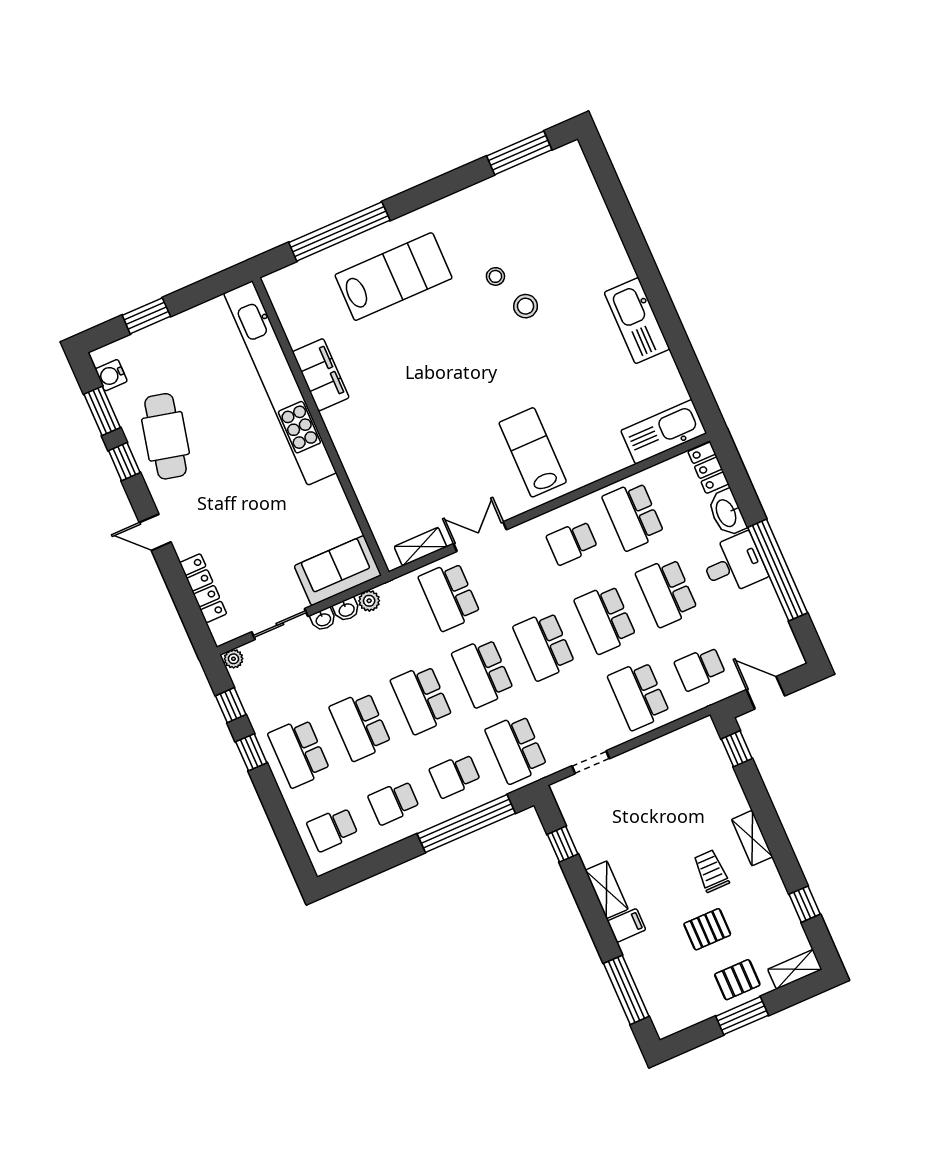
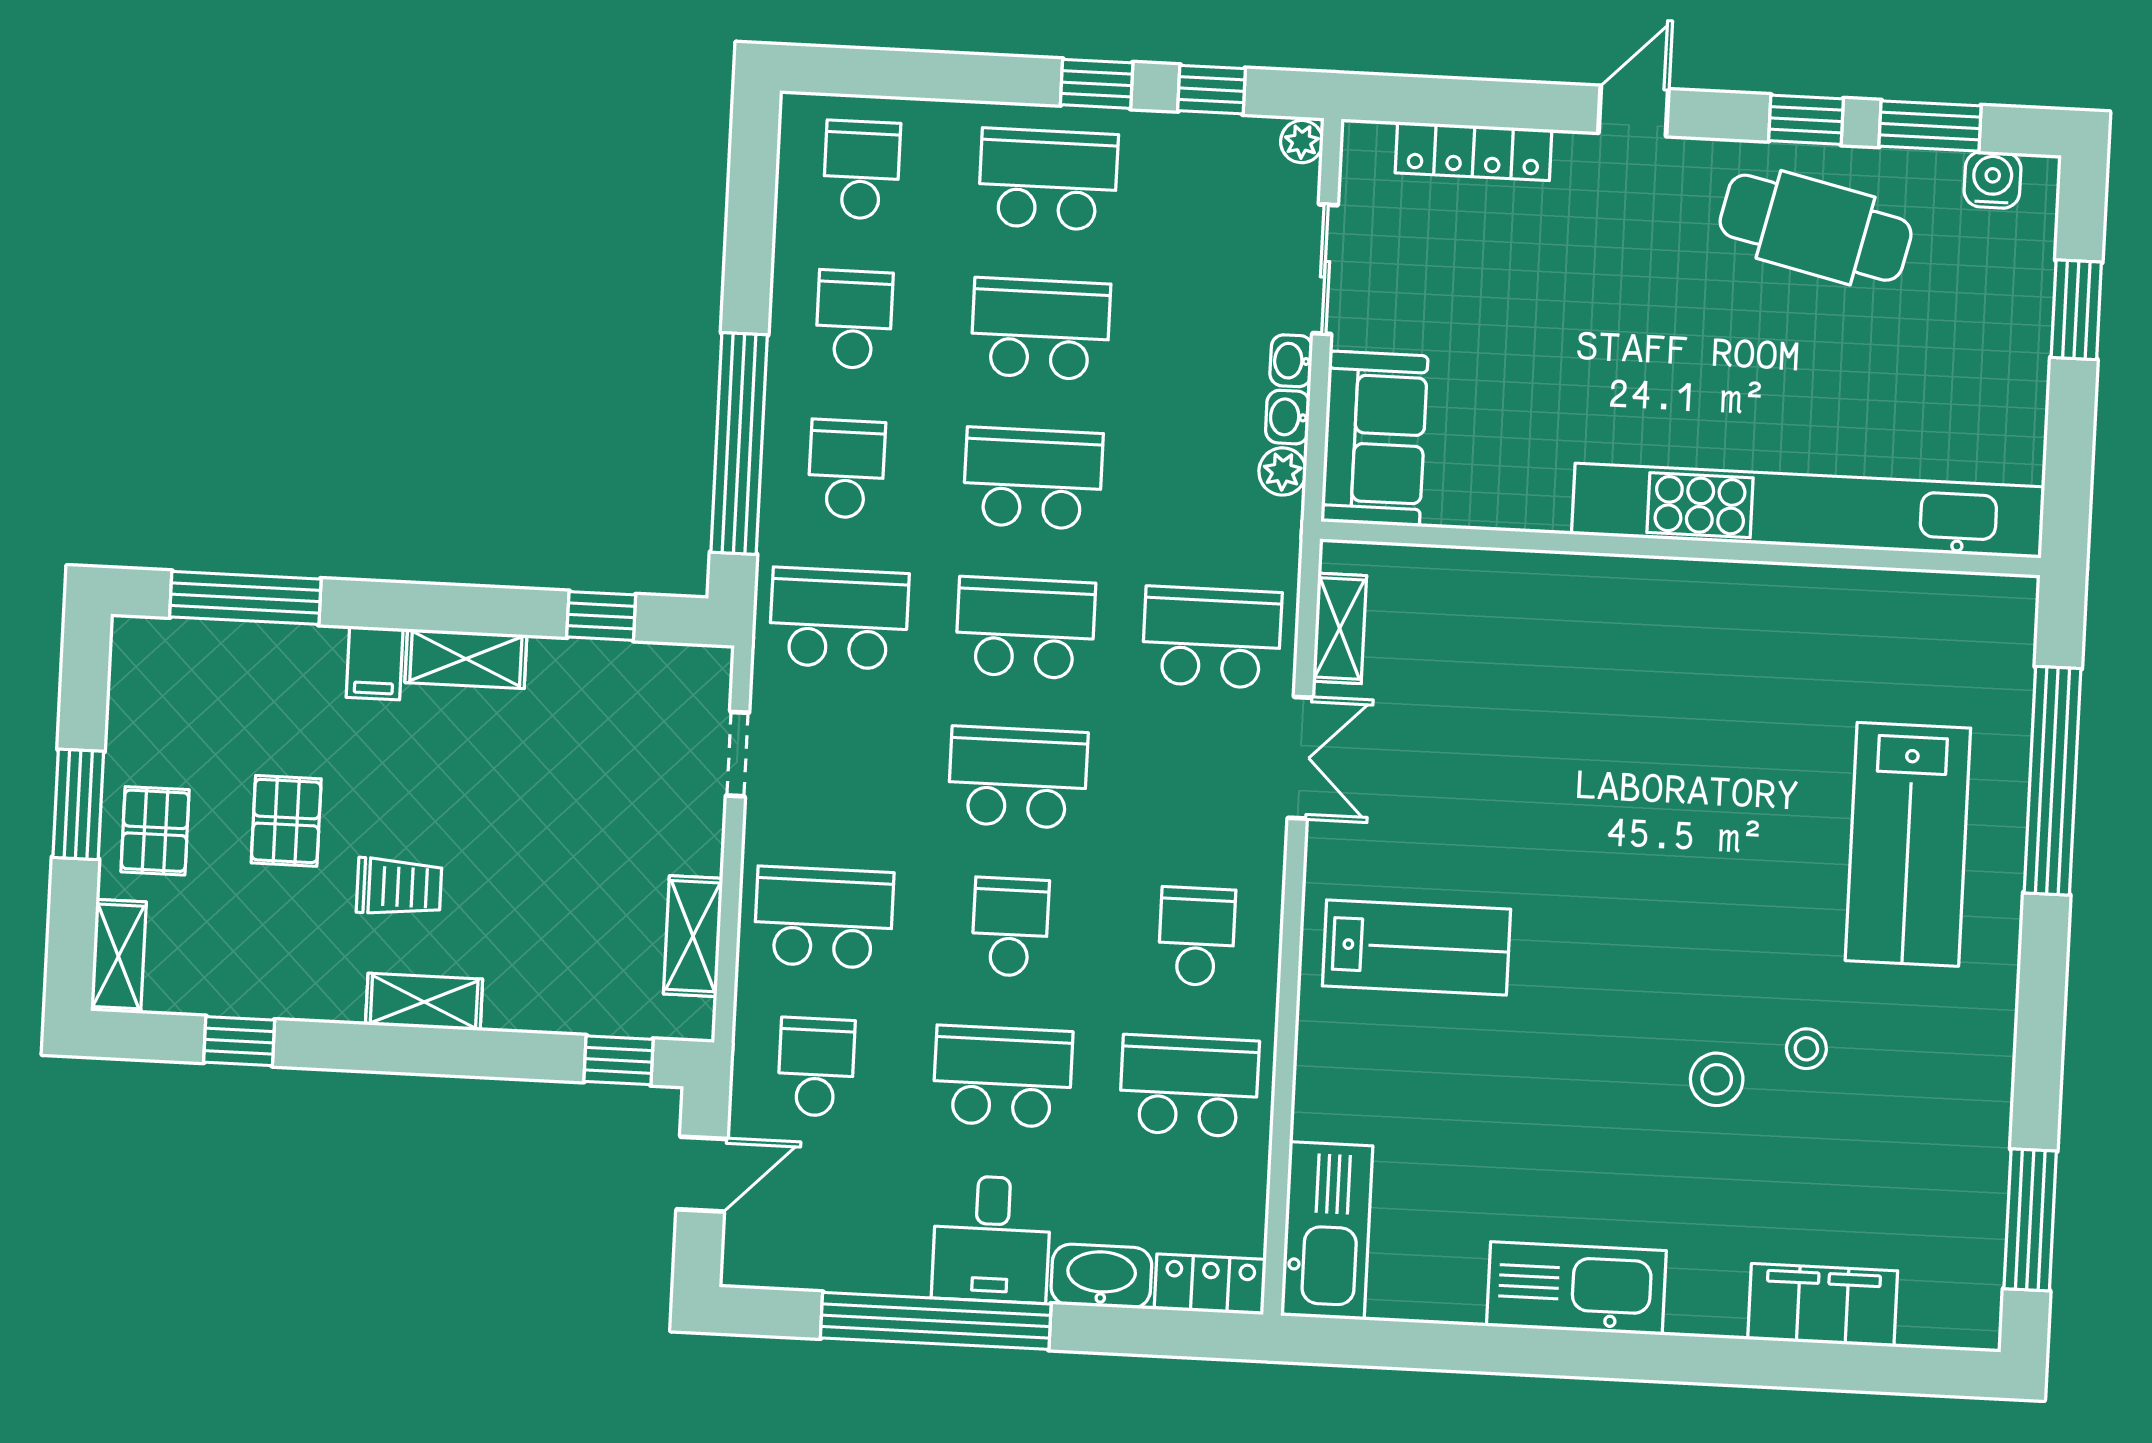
filing cabinet: (321, 375) -> (1823, 1305), moved, turned 180
school desk: (605, 619) -> (1010, 927), width x0.54
shelving: (672, 744) -> (693, 936), added

